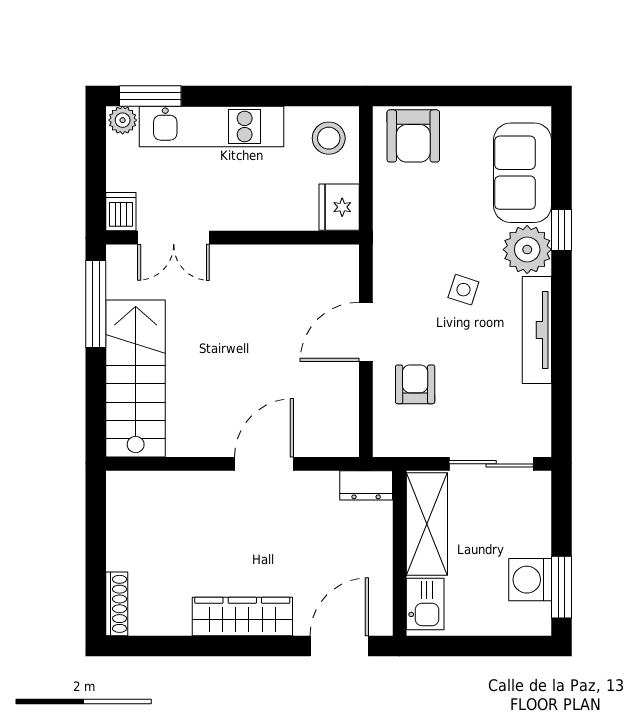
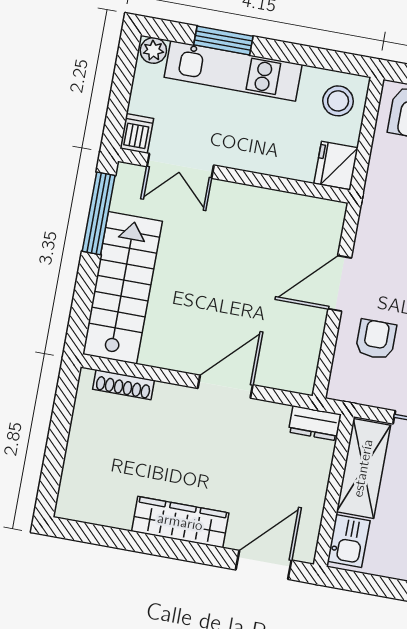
window: (150, 96) -> (223, 40), moved
shoe rack: (117, 604) -> (123, 385), moved, turned 90

